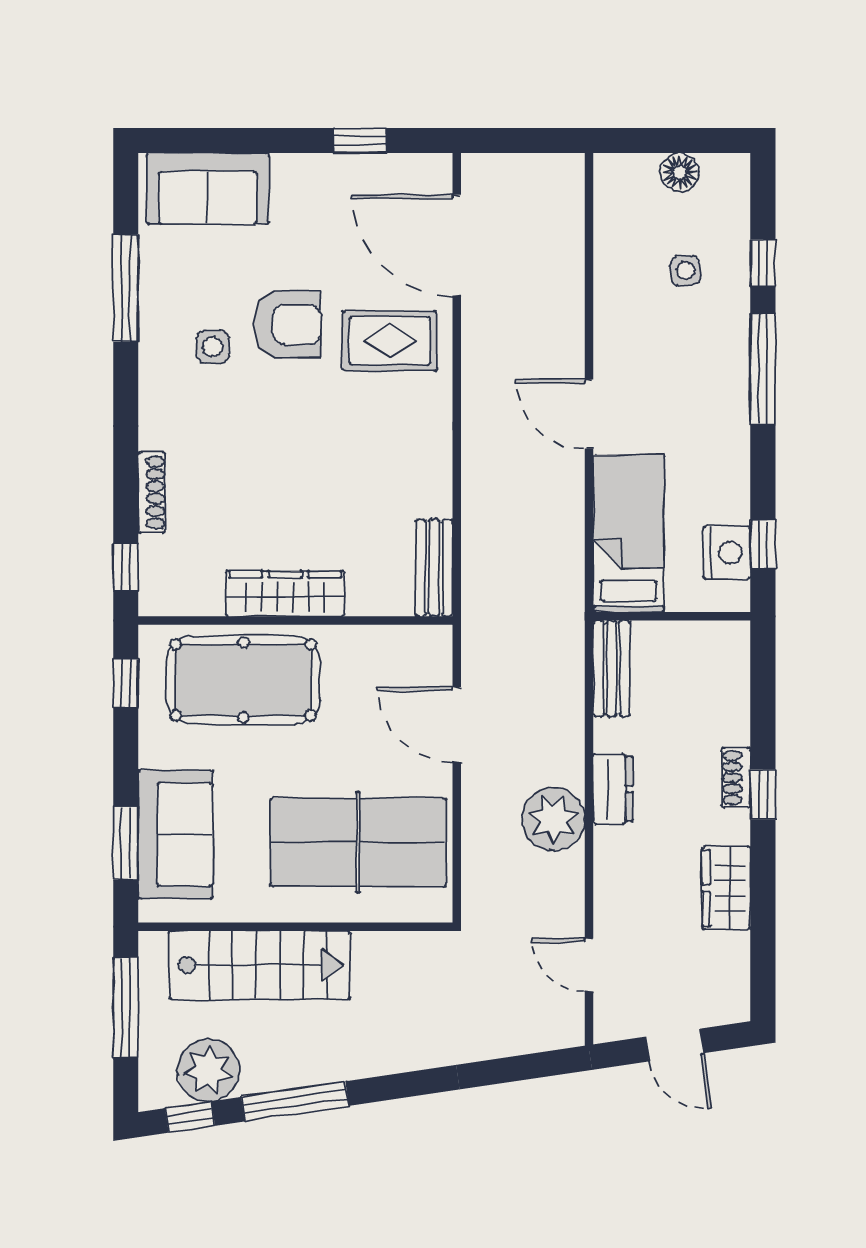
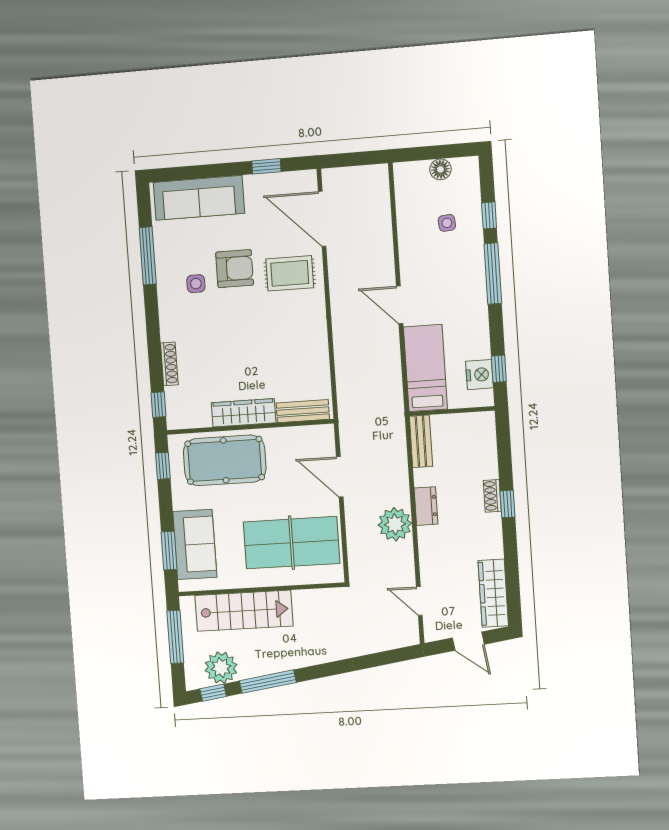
sofa: (208, 188) -> (199, 198), width x1.36
bench: (434, 568) -> (303, 411), moved, turned 90
wardrobe: (726, 888) -> (493, 593), moved, width x1.50

